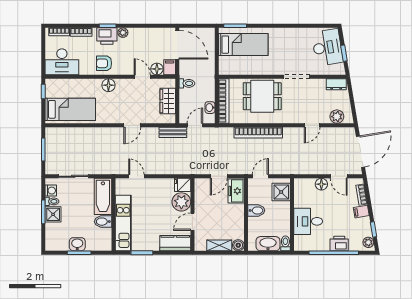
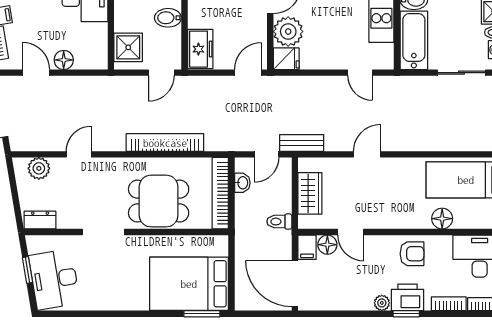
bed: (243, 45) -> (189, 284), width x1.50
floor lamp: (108, 85) -> (442, 219), moved
door: (219, 176) -> (248, 73), moved

